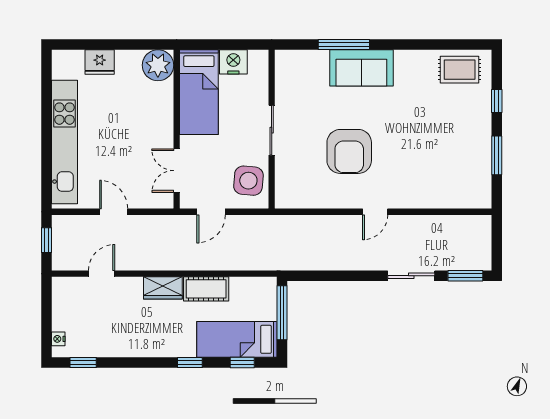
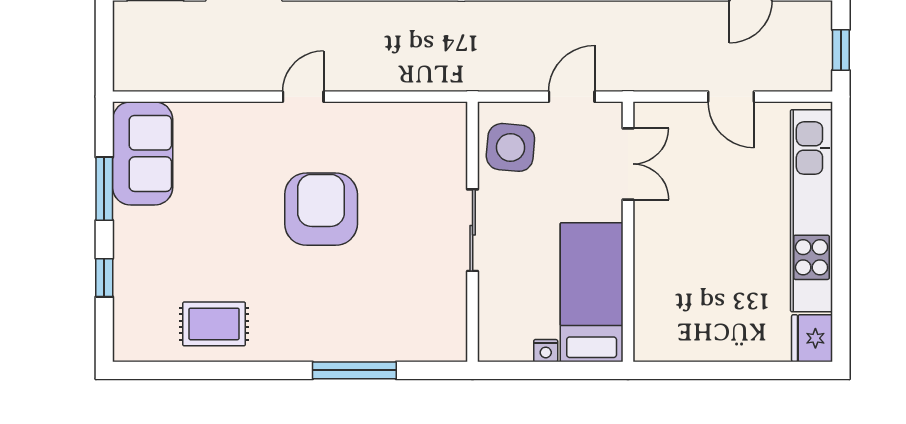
fridge: (100, 62) -> (812, 338), moved, turned -90
nightstand: (233, 62) -> (546, 351), width x0.53, depth x0.56
plant: (158, 65) -> (659, 336), removed
sofa: (361, 68) -> (143, 153), moved, turned 90
rug: (460, 70) -> (214, 324), moved
armchair: (349, 151) -> (321, 209), moved

